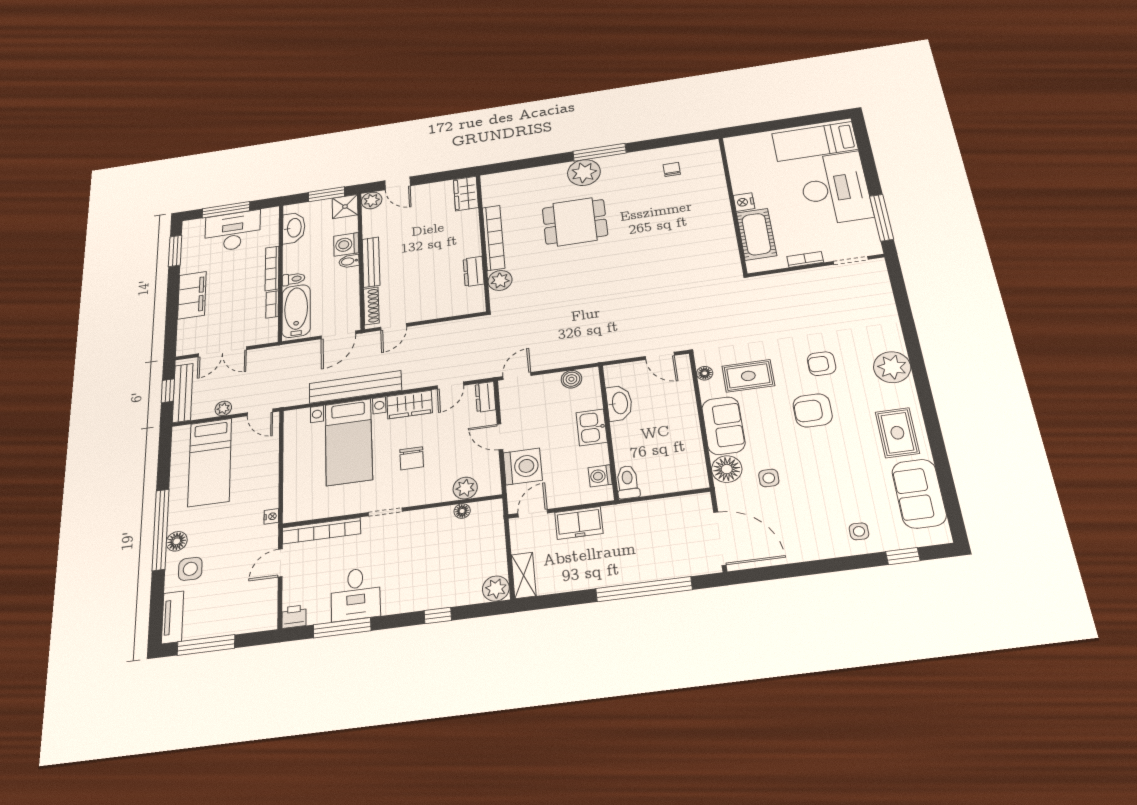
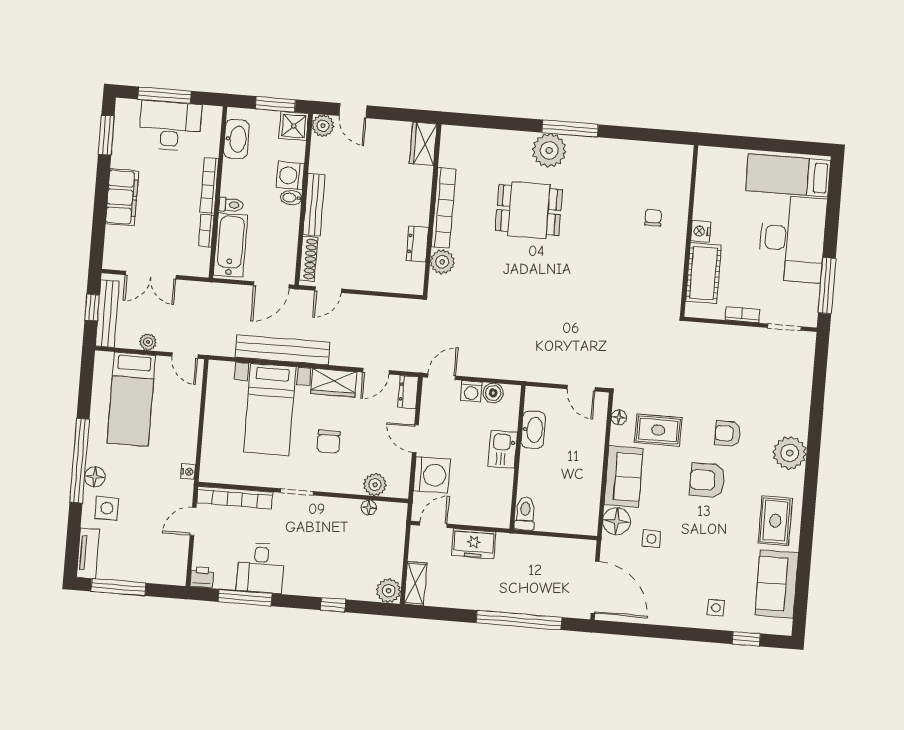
chair: (672, 169) -> (653, 218), moved
washing machine: (600, 476) -> (471, 391), moved, turned -90

